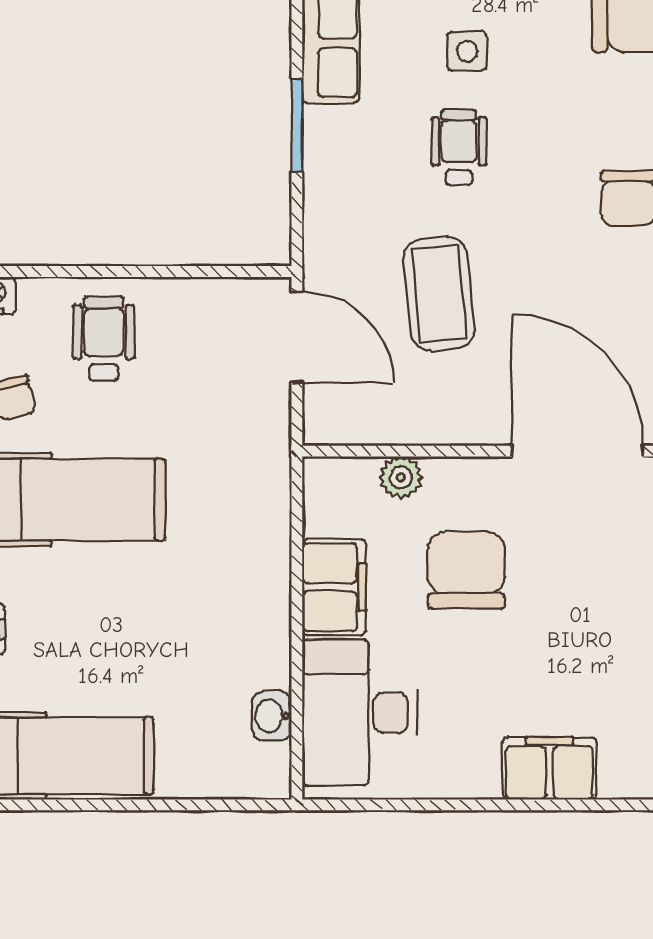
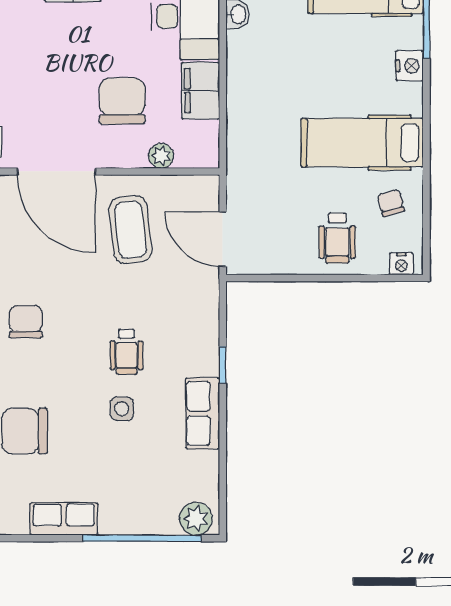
window: (297, 125) -> (223, 365), width x0.67
coffee table: (439, 294) -> (130, 230), moved
chair: (466, 570) -> (122, 101), turned 180

